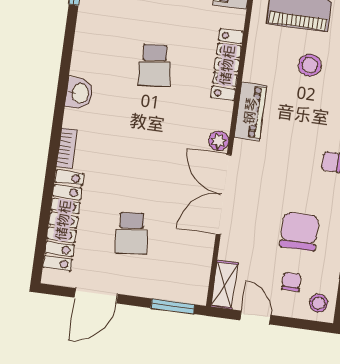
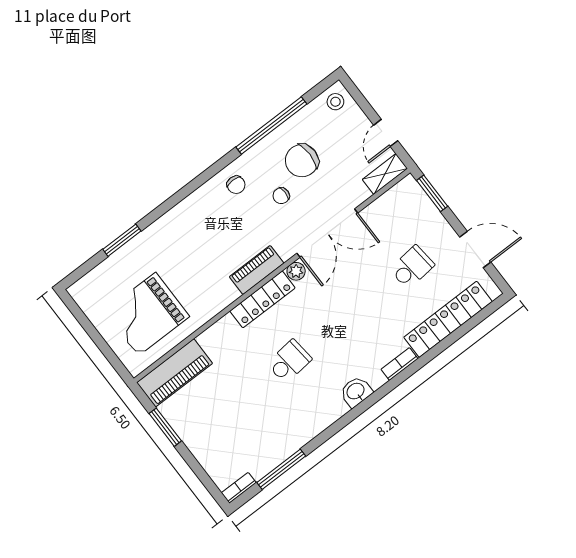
locker: (227, 65) -> (262, 299), moved
stool: (310, 65) -> (188, 262), removed
chair: (291, 282) -> (281, 196), moved

